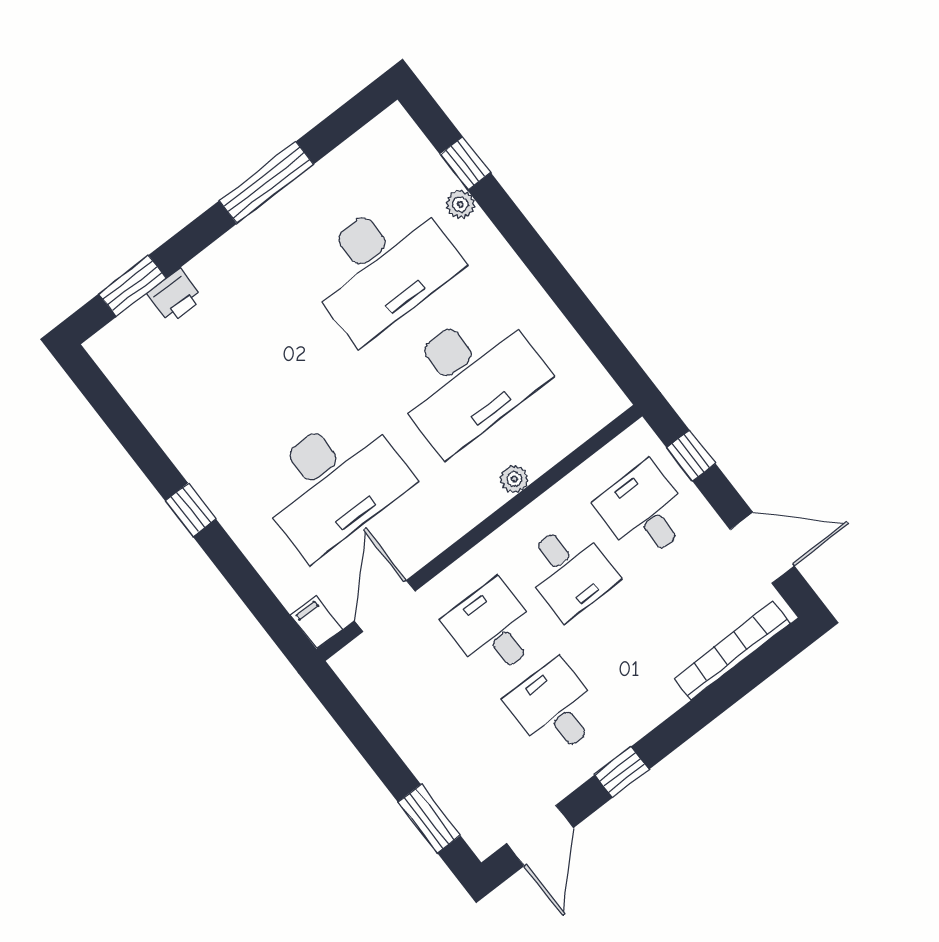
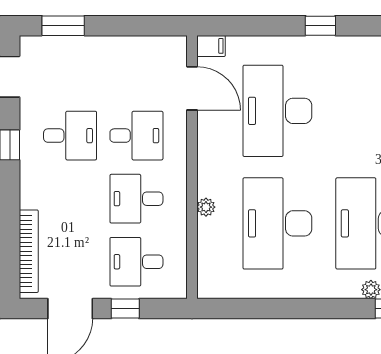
window: (691, 456) -> (125, 309), moved
desk: (645, 512) -> (136, 262), turned 180

